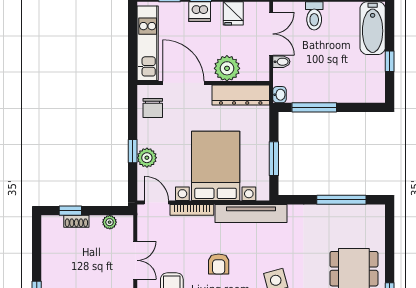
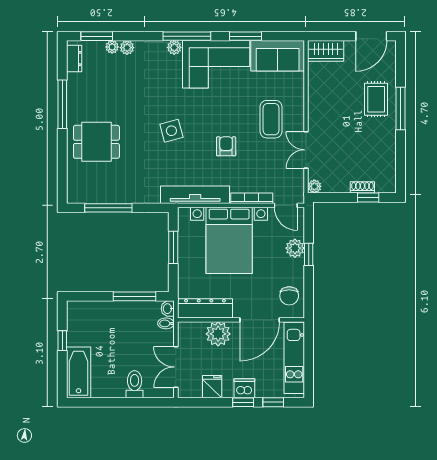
bidet: (281, 62) -> (166, 323), moved
door: (184, 83) -> (260, 320), hinge flipped
chair: (153, 108) -> (289, 296), turned 180
plant: (110, 222) -> (314, 186), moved

